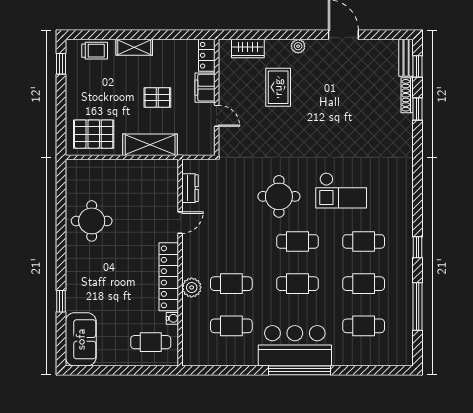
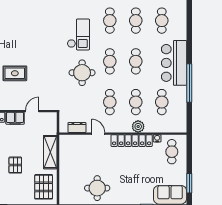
pallet: (157, 97) -> (15, 165), moved
cafe table: (231, 241) -> (110, 102), added
window: (99, 370) -> (189, 183), added
window: (299, 370) -> (189, 83), moved

